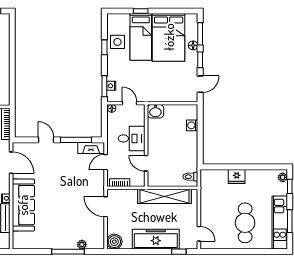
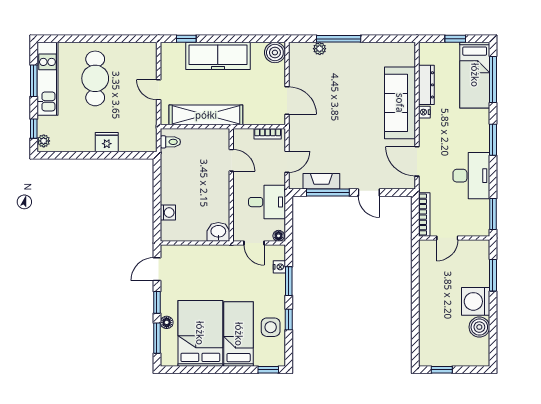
window: (141, 11) -> (268, 370), moved
window: (104, 86) -> (289, 281), moved
desk: (132, 138) -> (267, 202), moved, turned 180
fireplace: (91, 148) -> (321, 181), moved
door: (199, 234) -> (159, 90), moved

